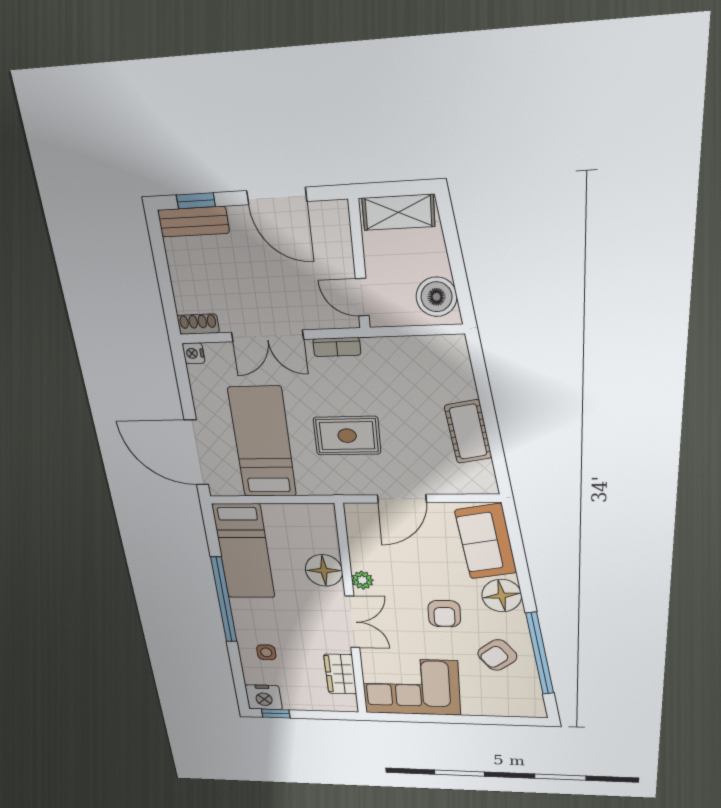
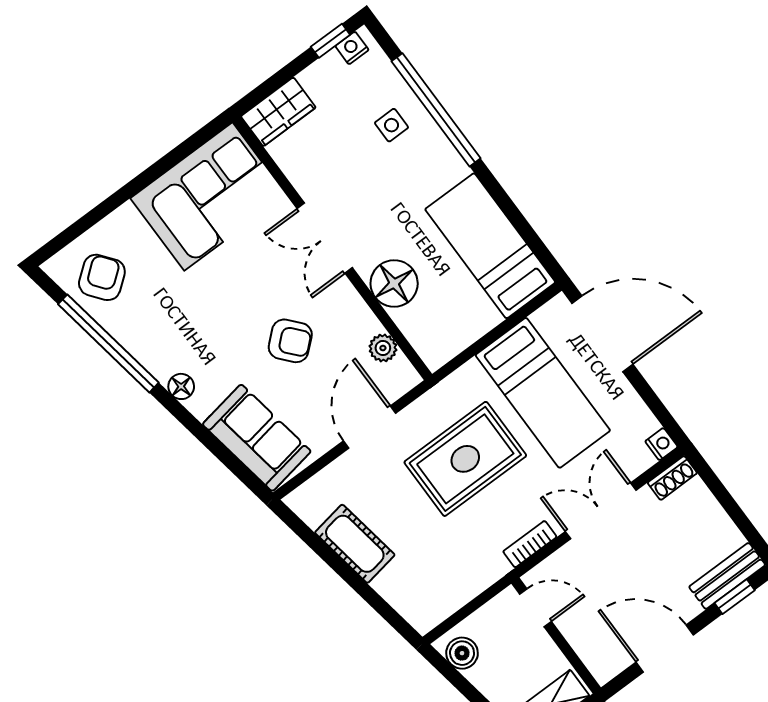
boiler: (437, 297) -> (462, 653), width x0.73, depth x0.73
rug: (347, 436) -> (465, 459), width x1.36, depth x1.43
plant: (362, 580) -> (383, 348), moved
floor lamp: (502, 596) -> (181, 386), width x0.53, depth x0.53
window: (224, 600) -> (436, 110), moved
armchair: (444, 614) -> (290, 341), moved, turned 139
armchair: (497, 655) -> (102, 277), moved
wardrobe: (340, 674) -> (278, 112), moved, turned 90
nightstand: (264, 697) -> (352, 48), width x0.53, depth x0.56

